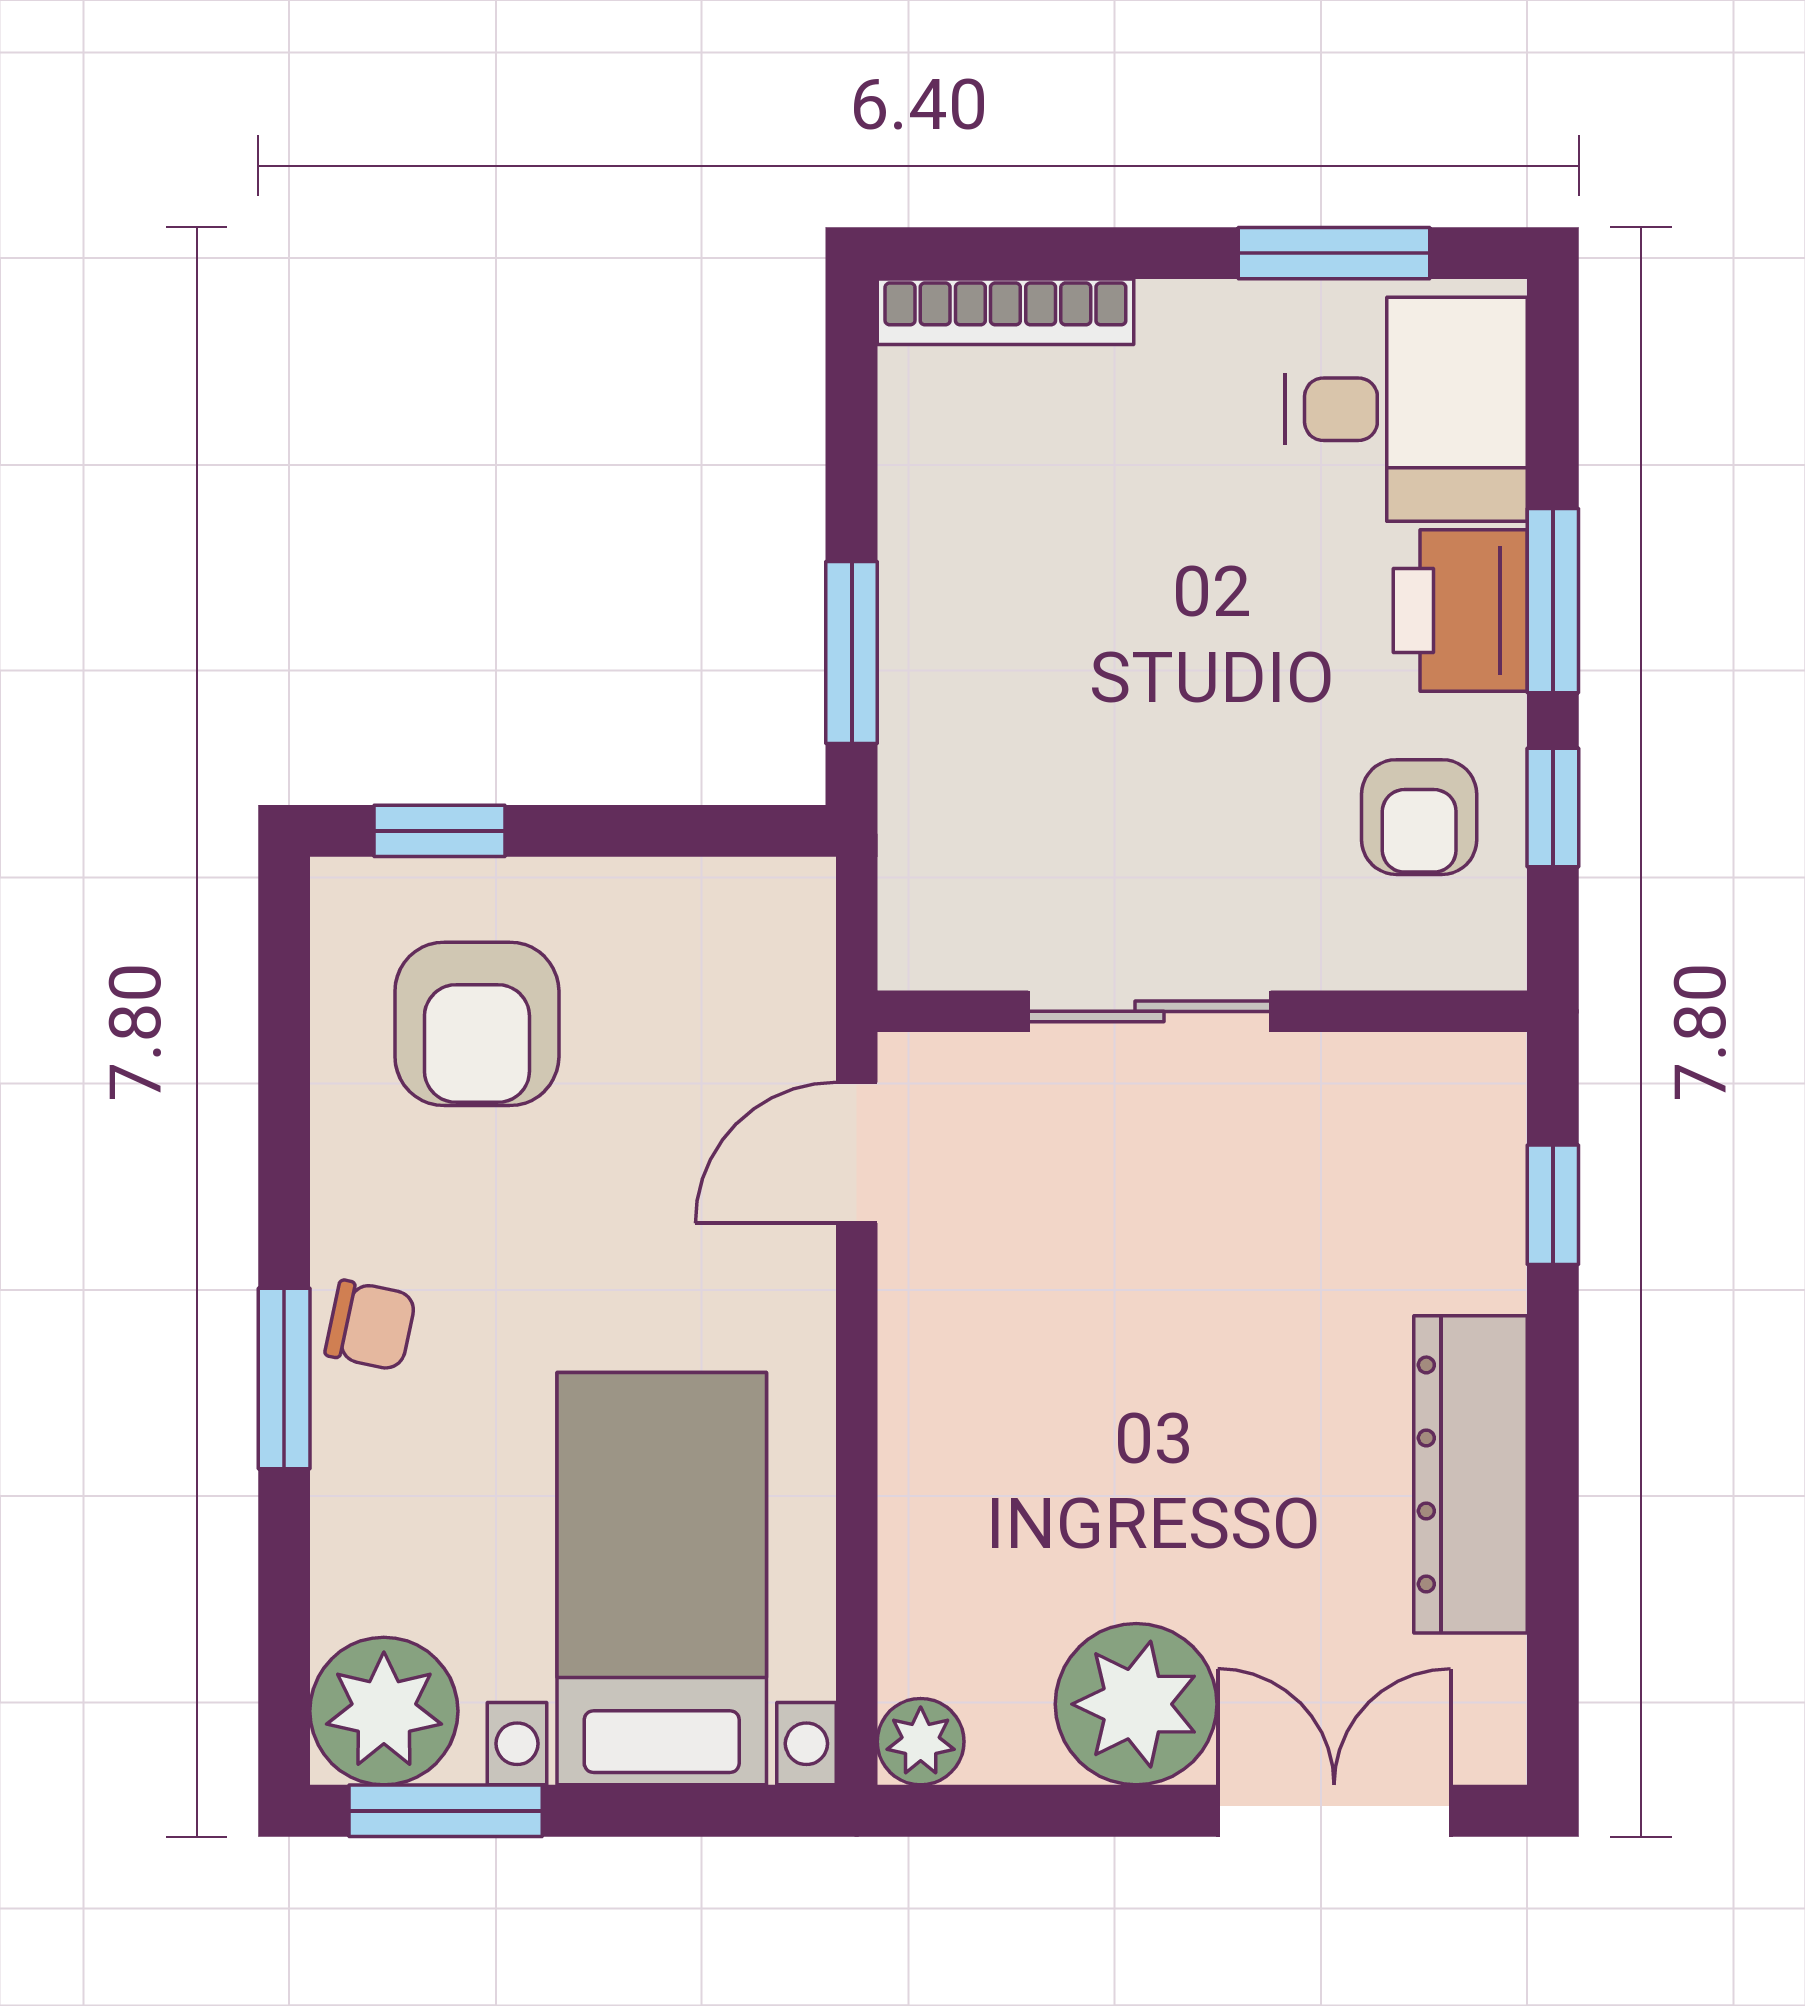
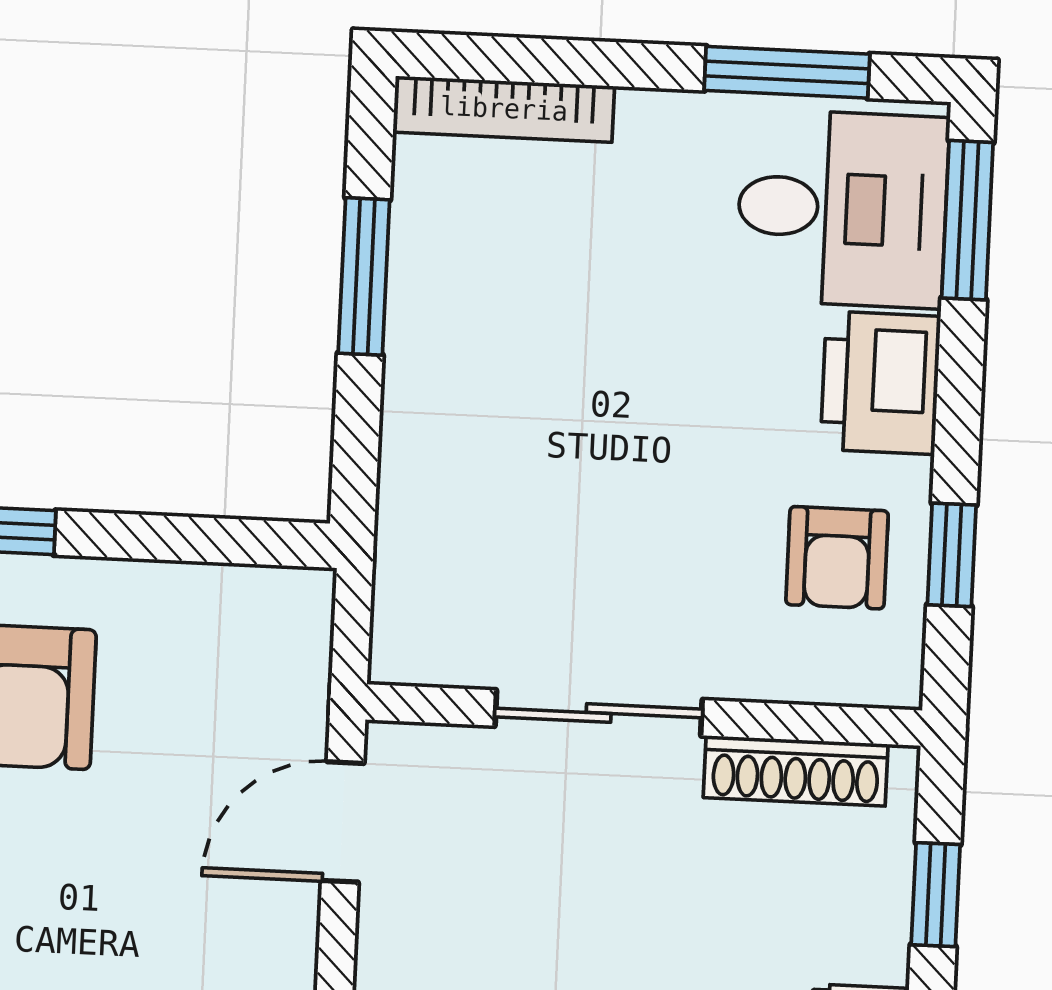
window: (1553, 601) -> (967, 220), moved
window: (852, 652) -> (364, 276), moved
shoe rack: (1383, 1068) -> (796, 771), added

